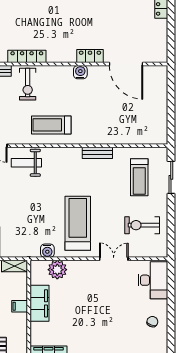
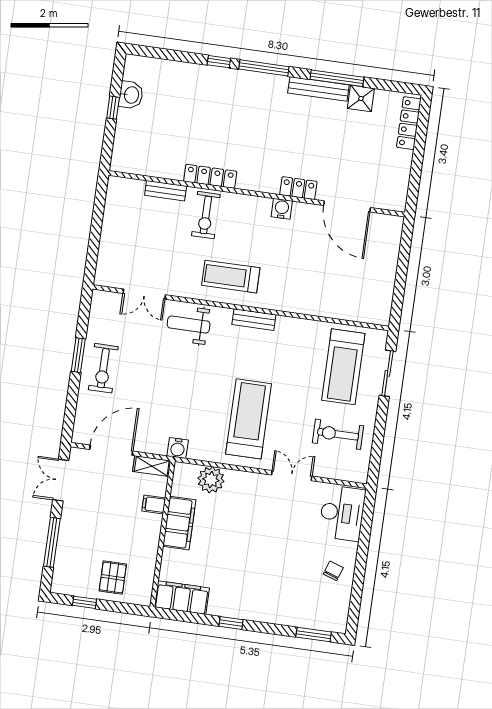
bench: (97, 153) -> (254, 320), moved
treadmill: (139, 177) -> (343, 367), width x1.37, depth x1.38
water cooler: (47, 251) -> (178, 448), moved
filing cabinet: (20, 306) -> (154, 504), moved

